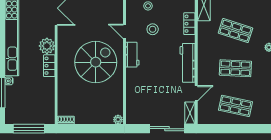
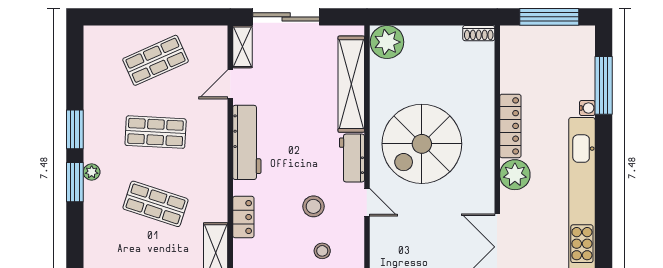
locker: (49, 66) -> (510, 126), width x1.53
shelving: (133, 93) -> (351, 84), added
shop shelf: (235, 106) -> (156, 60), turned -36
plant: (118, 120) -> (387, 42), width x1.88, depth x1.88

